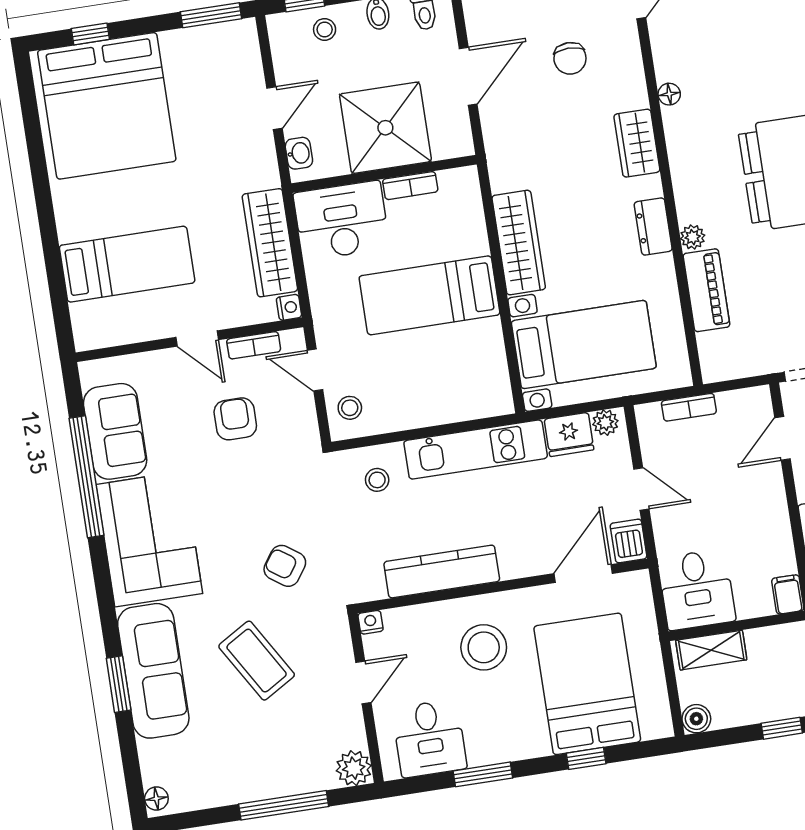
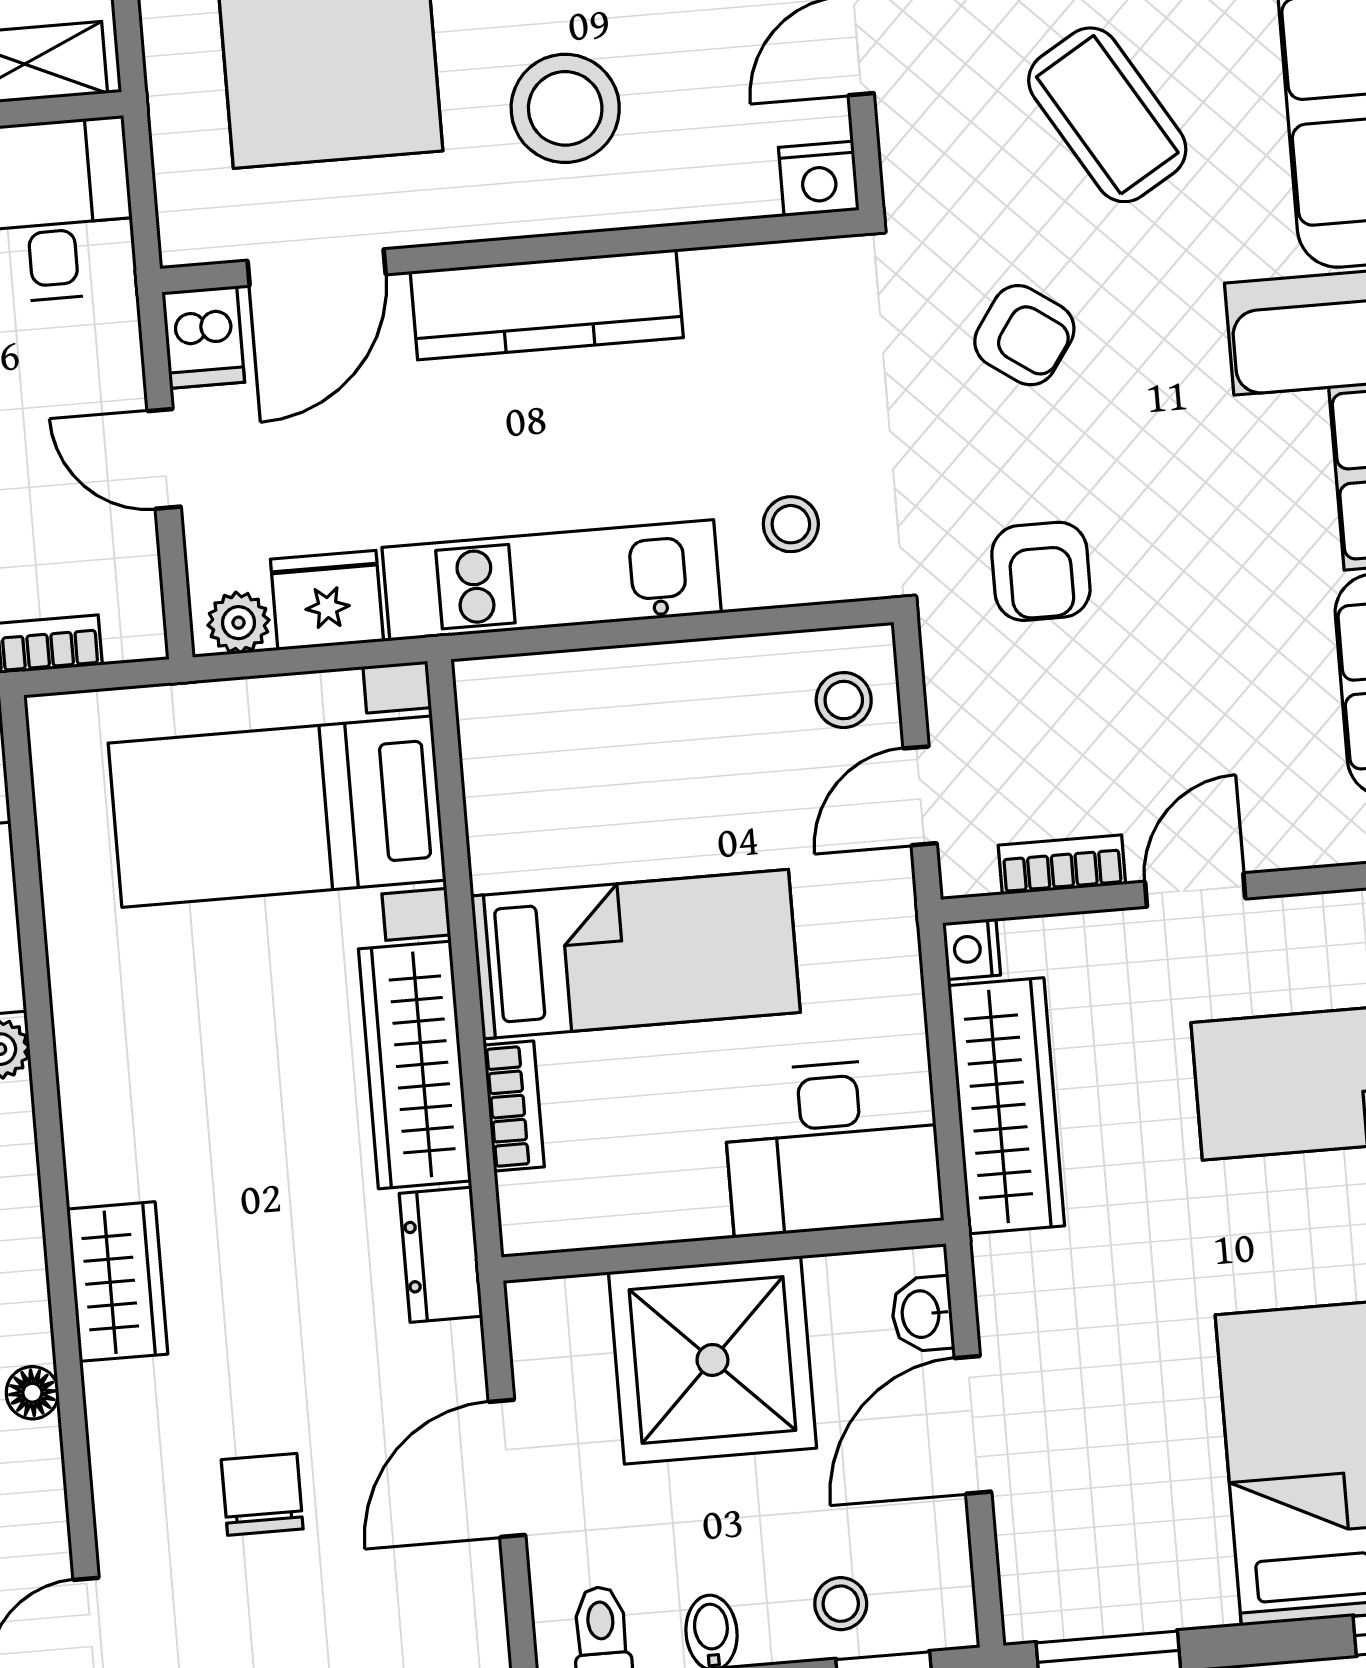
door: (274, 108) -> (973, 1425), width x1.38
bookcase: (410, 186) -> (514, 1106), moved, turned 90
dresser: (653, 227) -> (441, 1255), moved, turned 180
door: (197, 339) -> (1195, 890), hinge flipped
door: (315, 370) -> (920, 796), swing flipped
armchair: (235, 419) -> (1041, 571), moved
kitchen counter: (442, 572) -> (547, 304), moved
nightstand: (371, 622) -> (819, 179), width x1.39, depth x1.35

